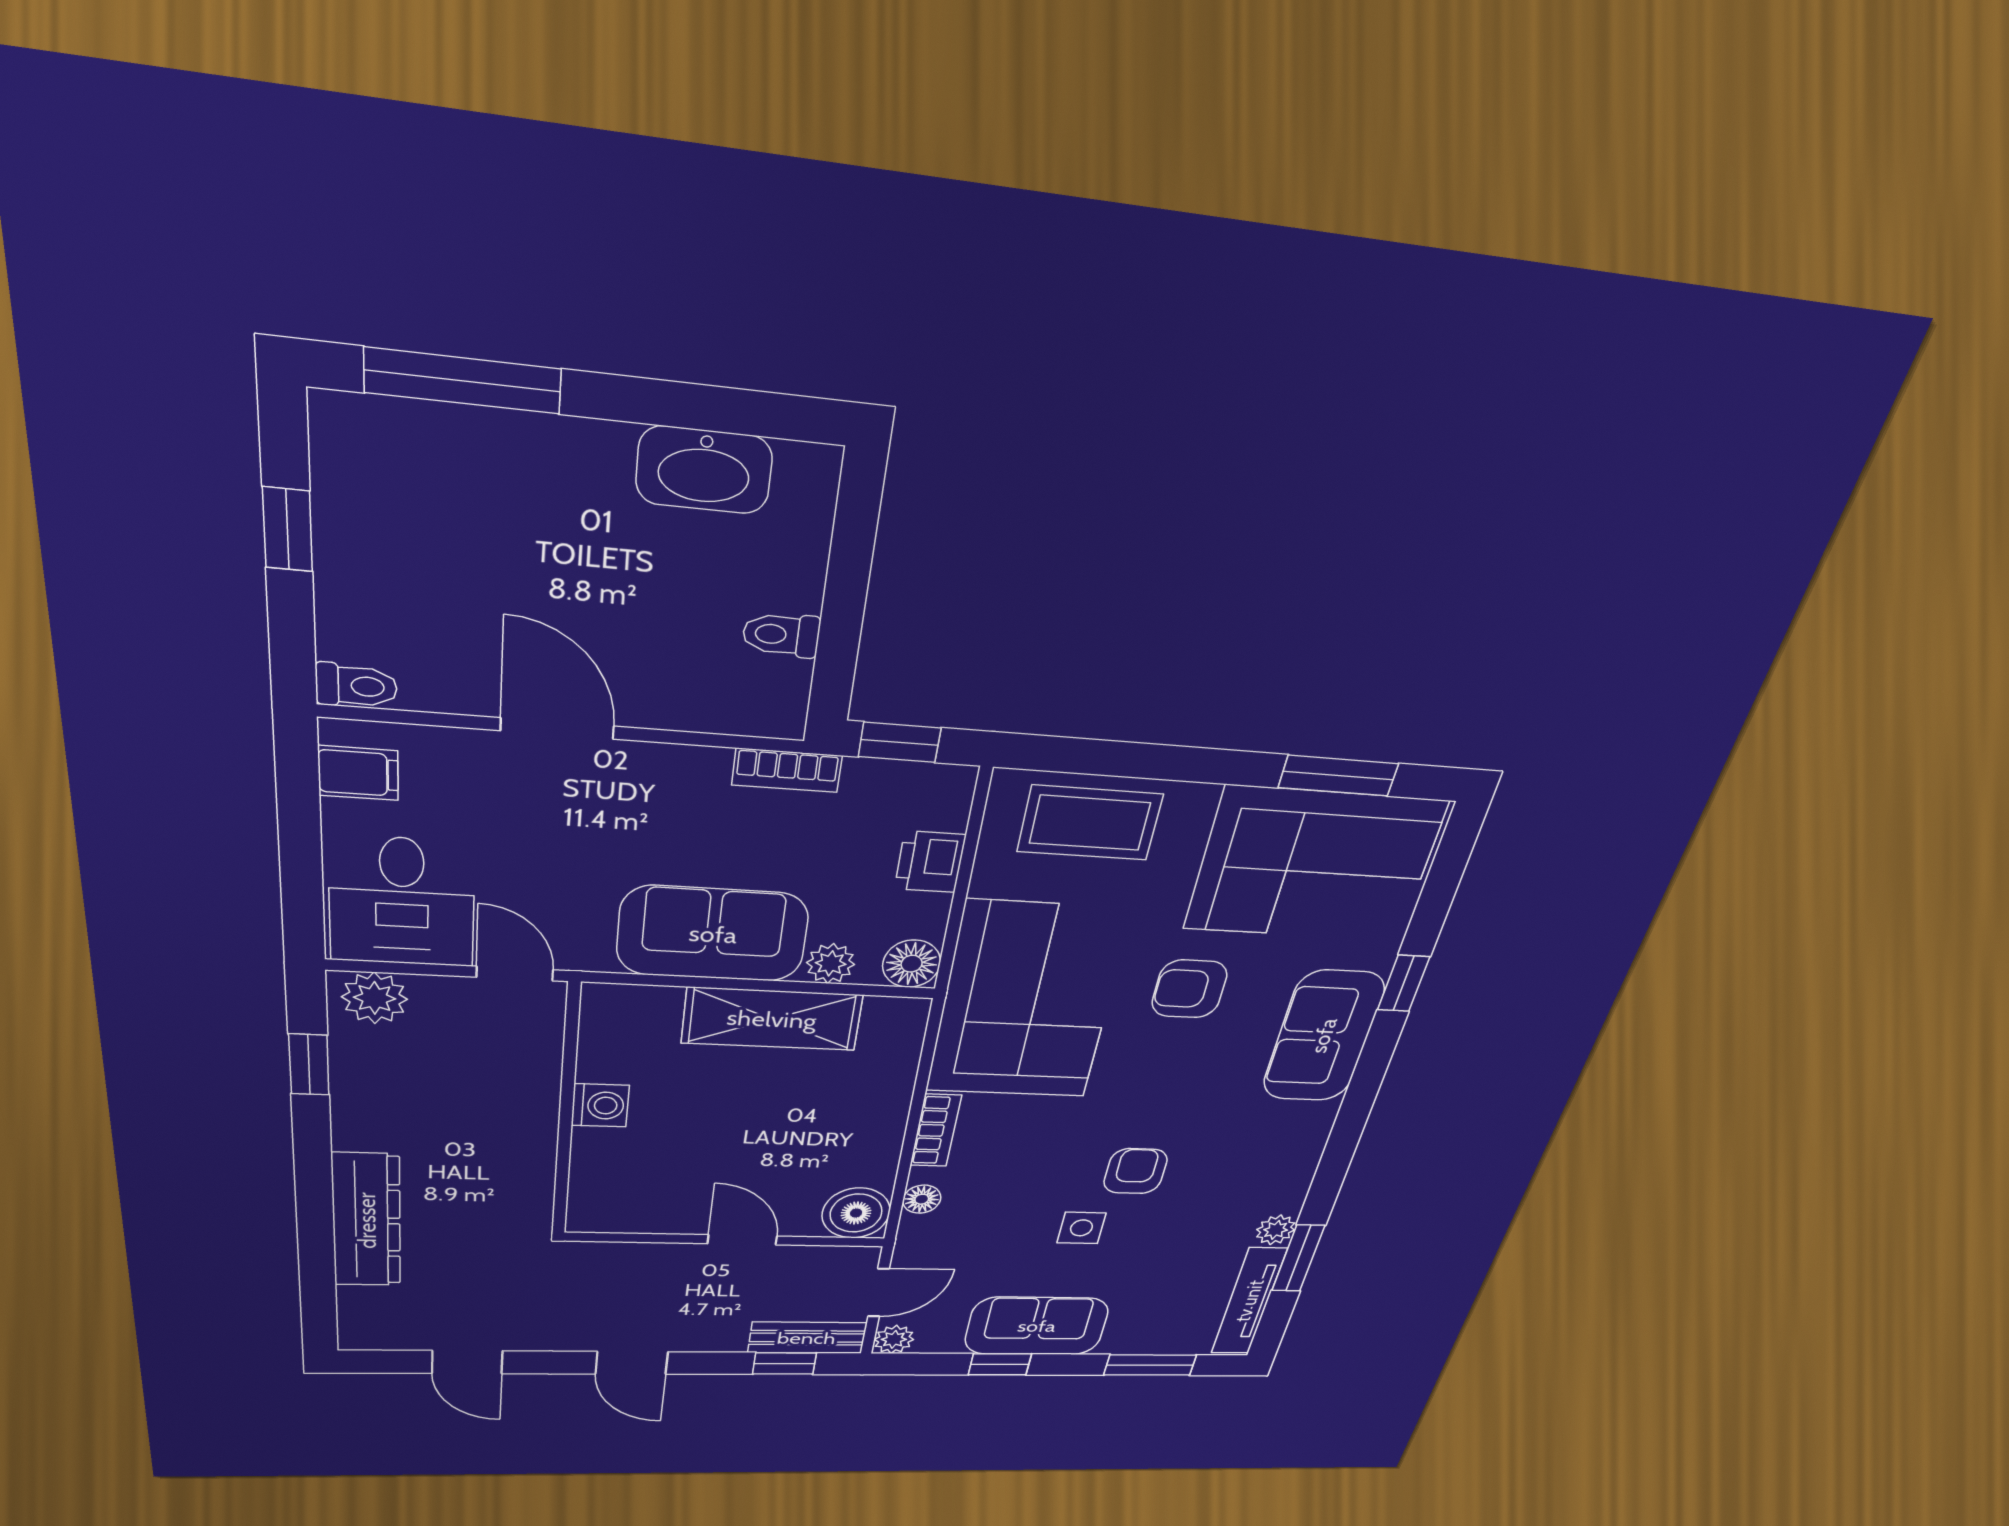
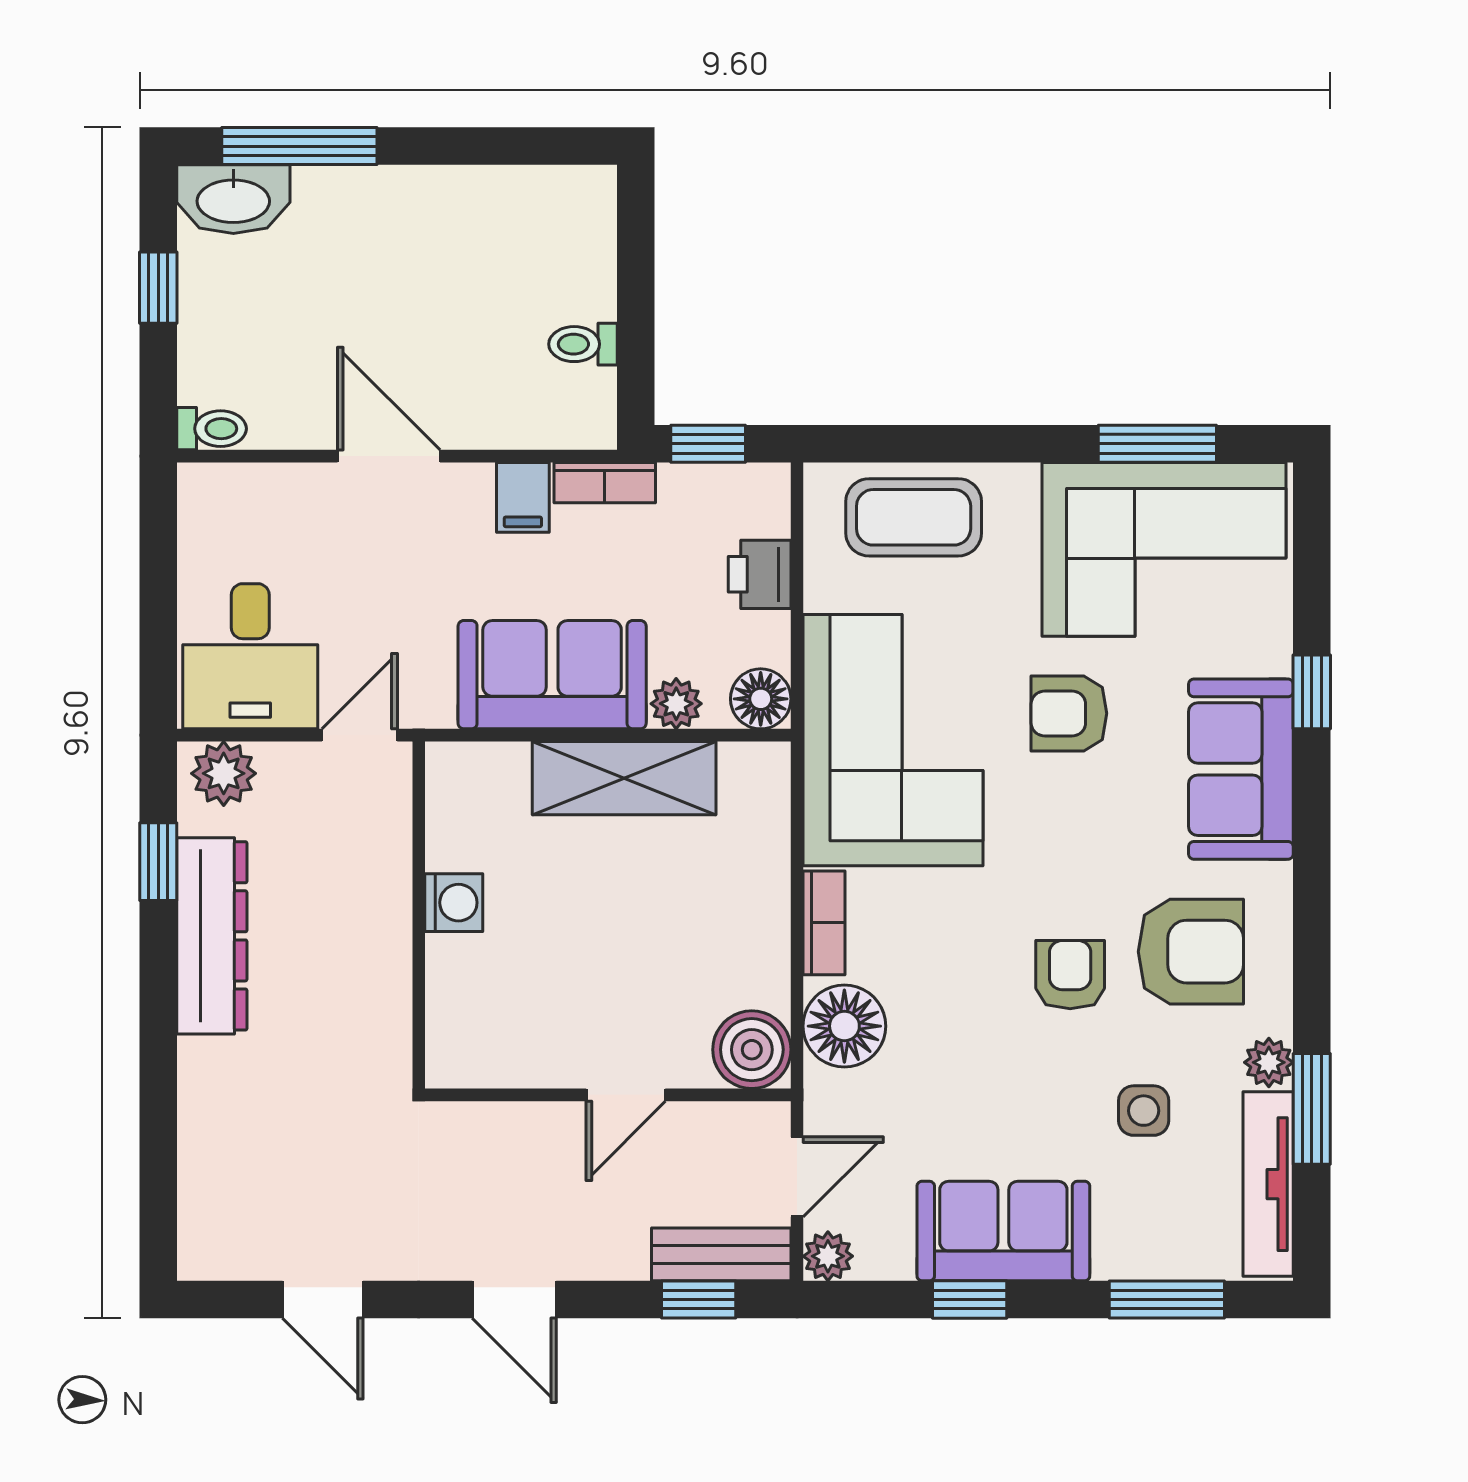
washbasin: (704, 470) -> (233, 199), moved
filing cabinet: (358, 773) -> (523, 497), moved, turned 90
door: (515, 973) -> (360, 735), hinge flipped
armchair: (1239, 1159) -> (1191, 952), added
floor lamp: (922, 1199) -> (844, 1026), width x1.89, depth x1.89
dresser: (366, 1220) -> (212, 936), moved
side table: (1081, 1228) -> (1144, 1111), moved
door: (742, 1240) -> (626, 1095), swing flipped

